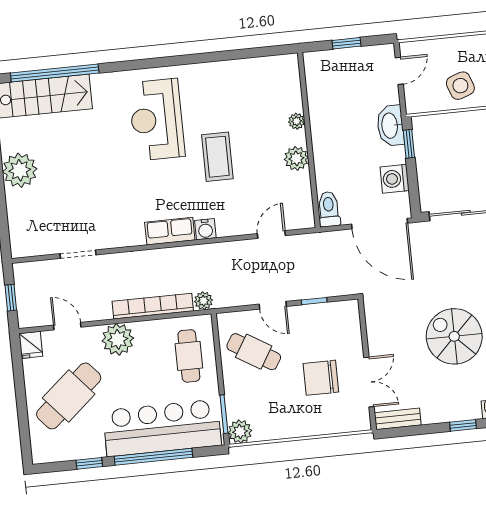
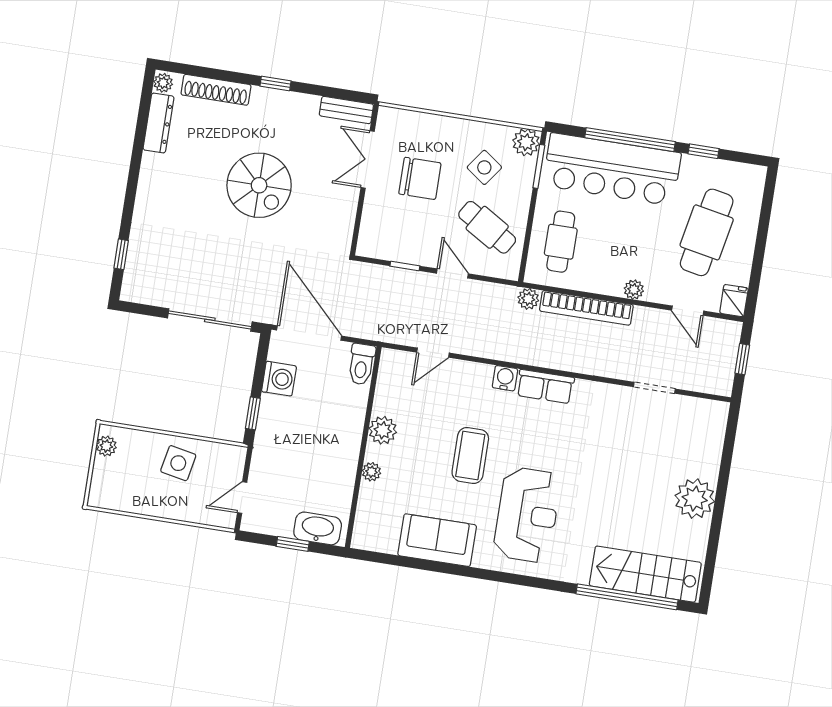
sofa: (226, 78) -> (437, 540), added
side table: (460, 86) -> (178, 463), turned 30
washbasin: (390, 126) -> (318, 528), moved, turned -90
plant: (118, 339) -> (634, 290), width x0.53, depth x0.53
cafe table: (69, 396) -> (707, 232), turned -38
side table: (269, 401) -> (484, 167), added

